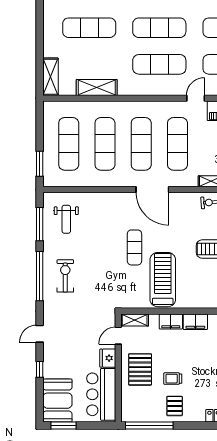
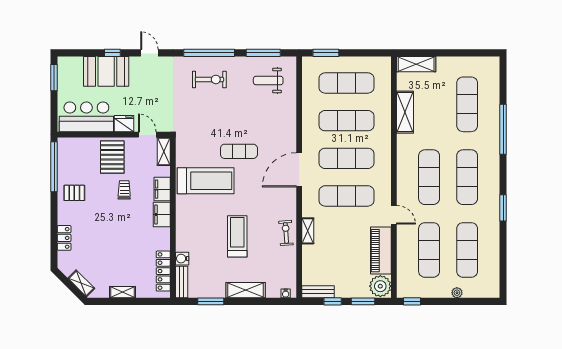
pallet: (140, 369) -> (112, 157), turned 90
trolley: (173, 379) -> (124, 190), moved
booth: (57, 401) -> (106, 71), moved

